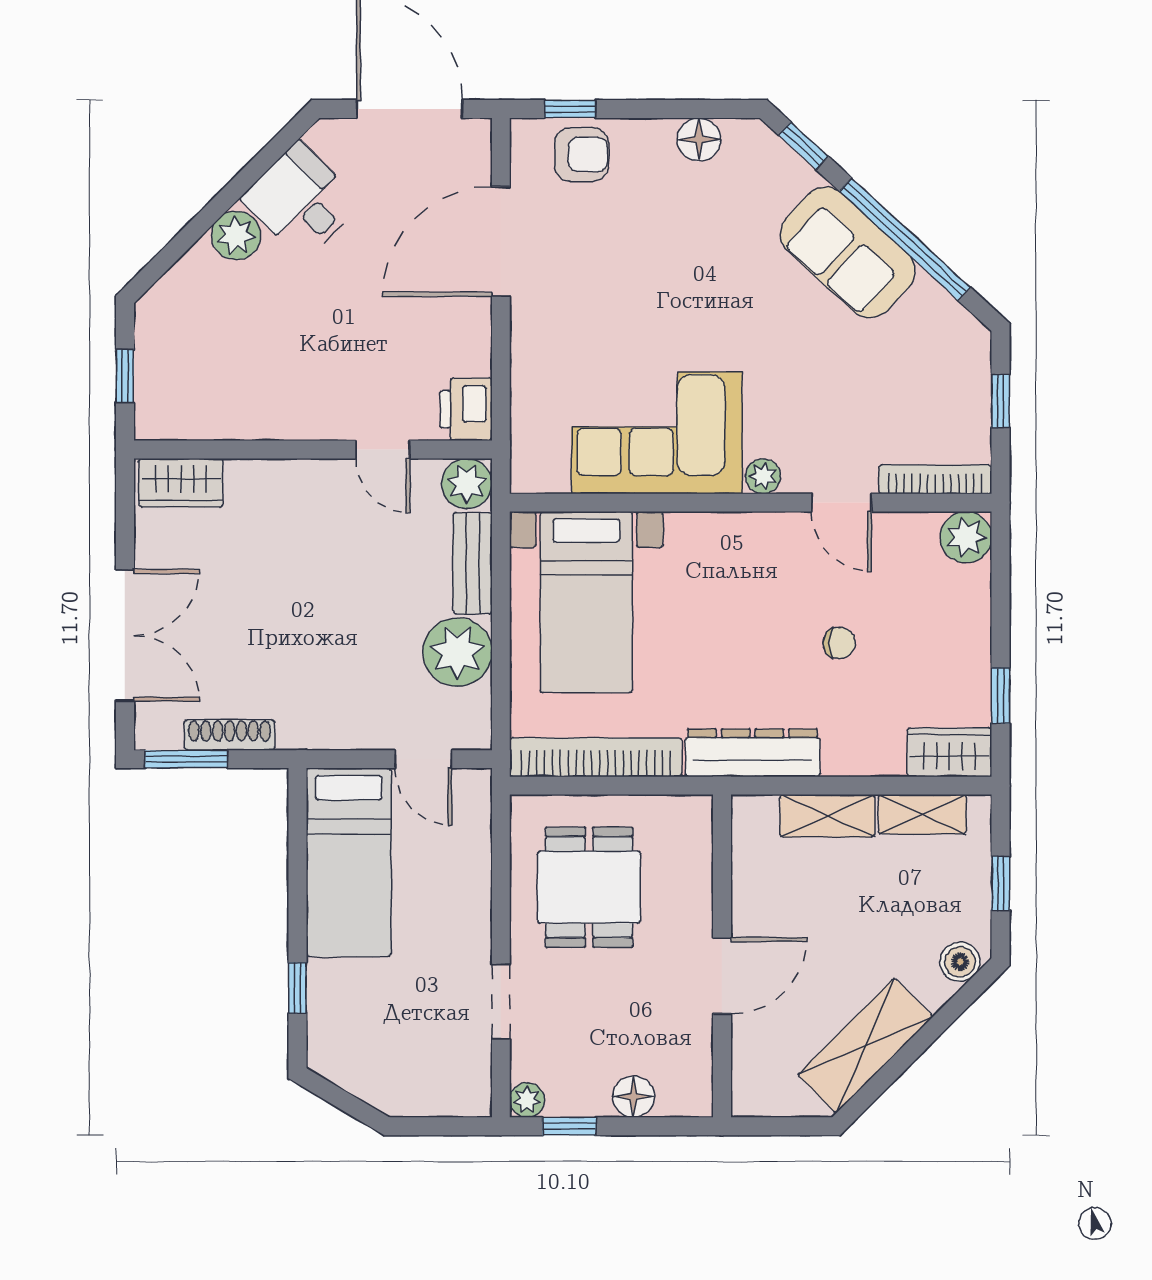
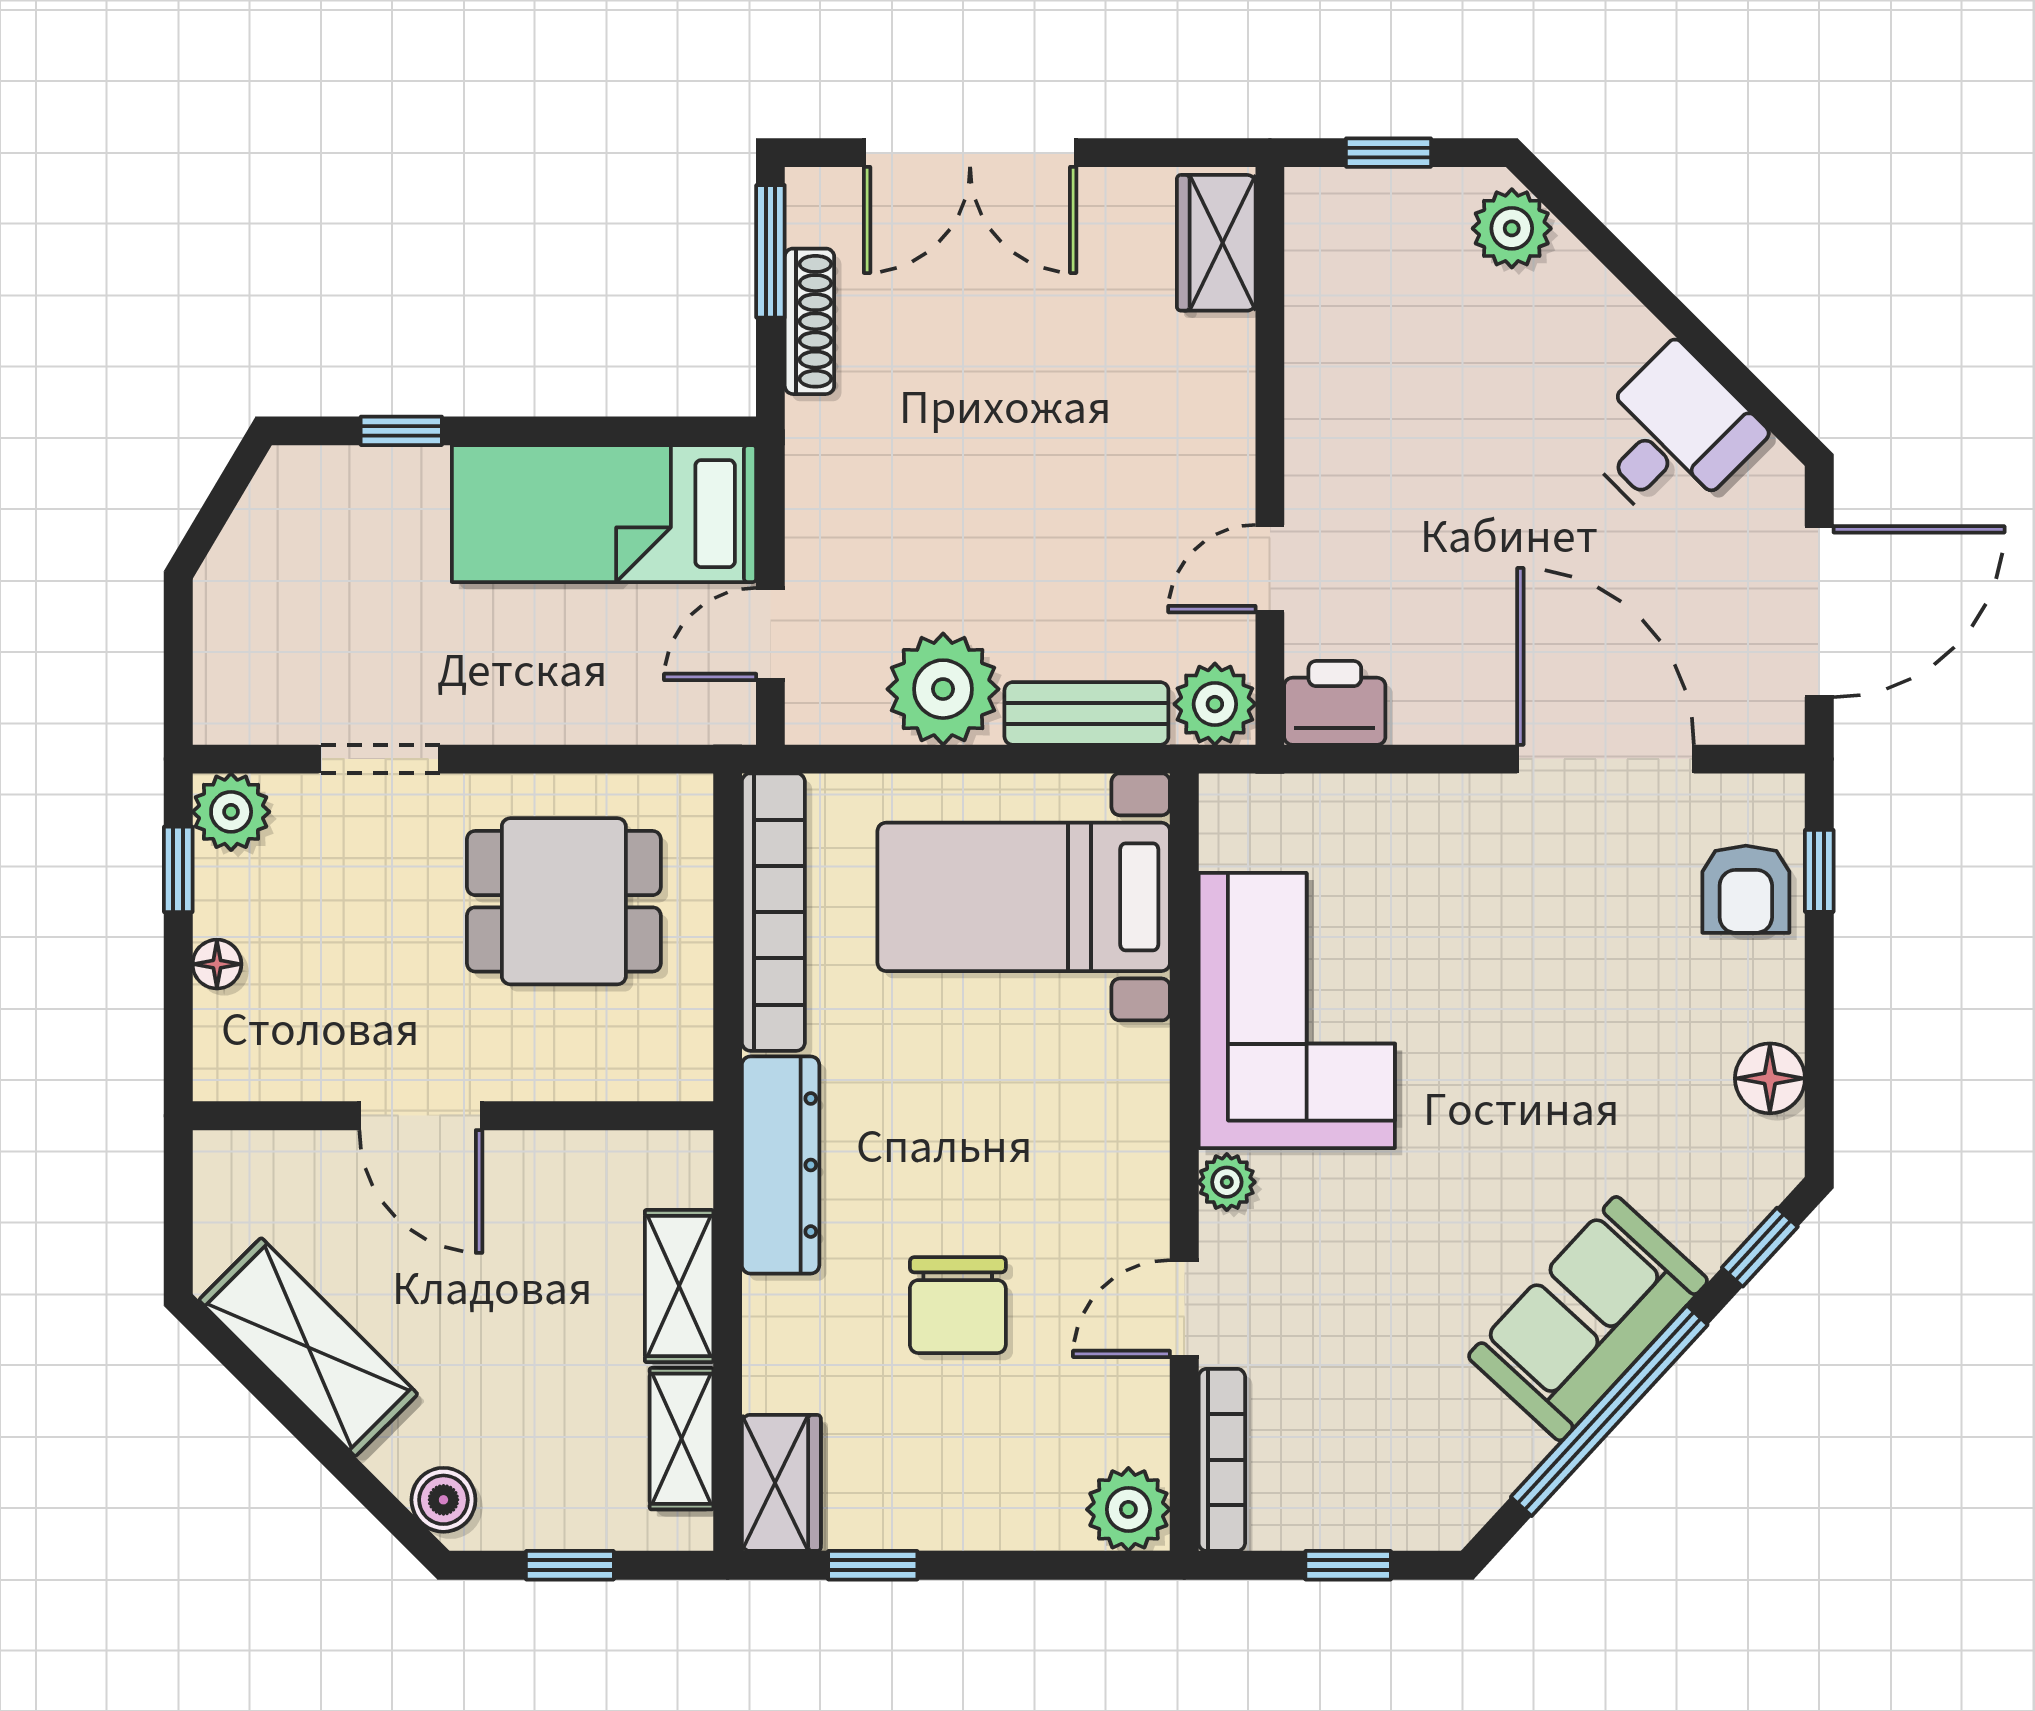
plant: (236, 235) -> (1512, 228), moved
chair: (839, 643) -> (958, 1305), width x1.87, depth x1.87
floor lamp: (634, 1097) -> (217, 964), width x0.73, depth x0.73
plant: (527, 1100) -> (231, 812), width x1.38, depth x1.38

